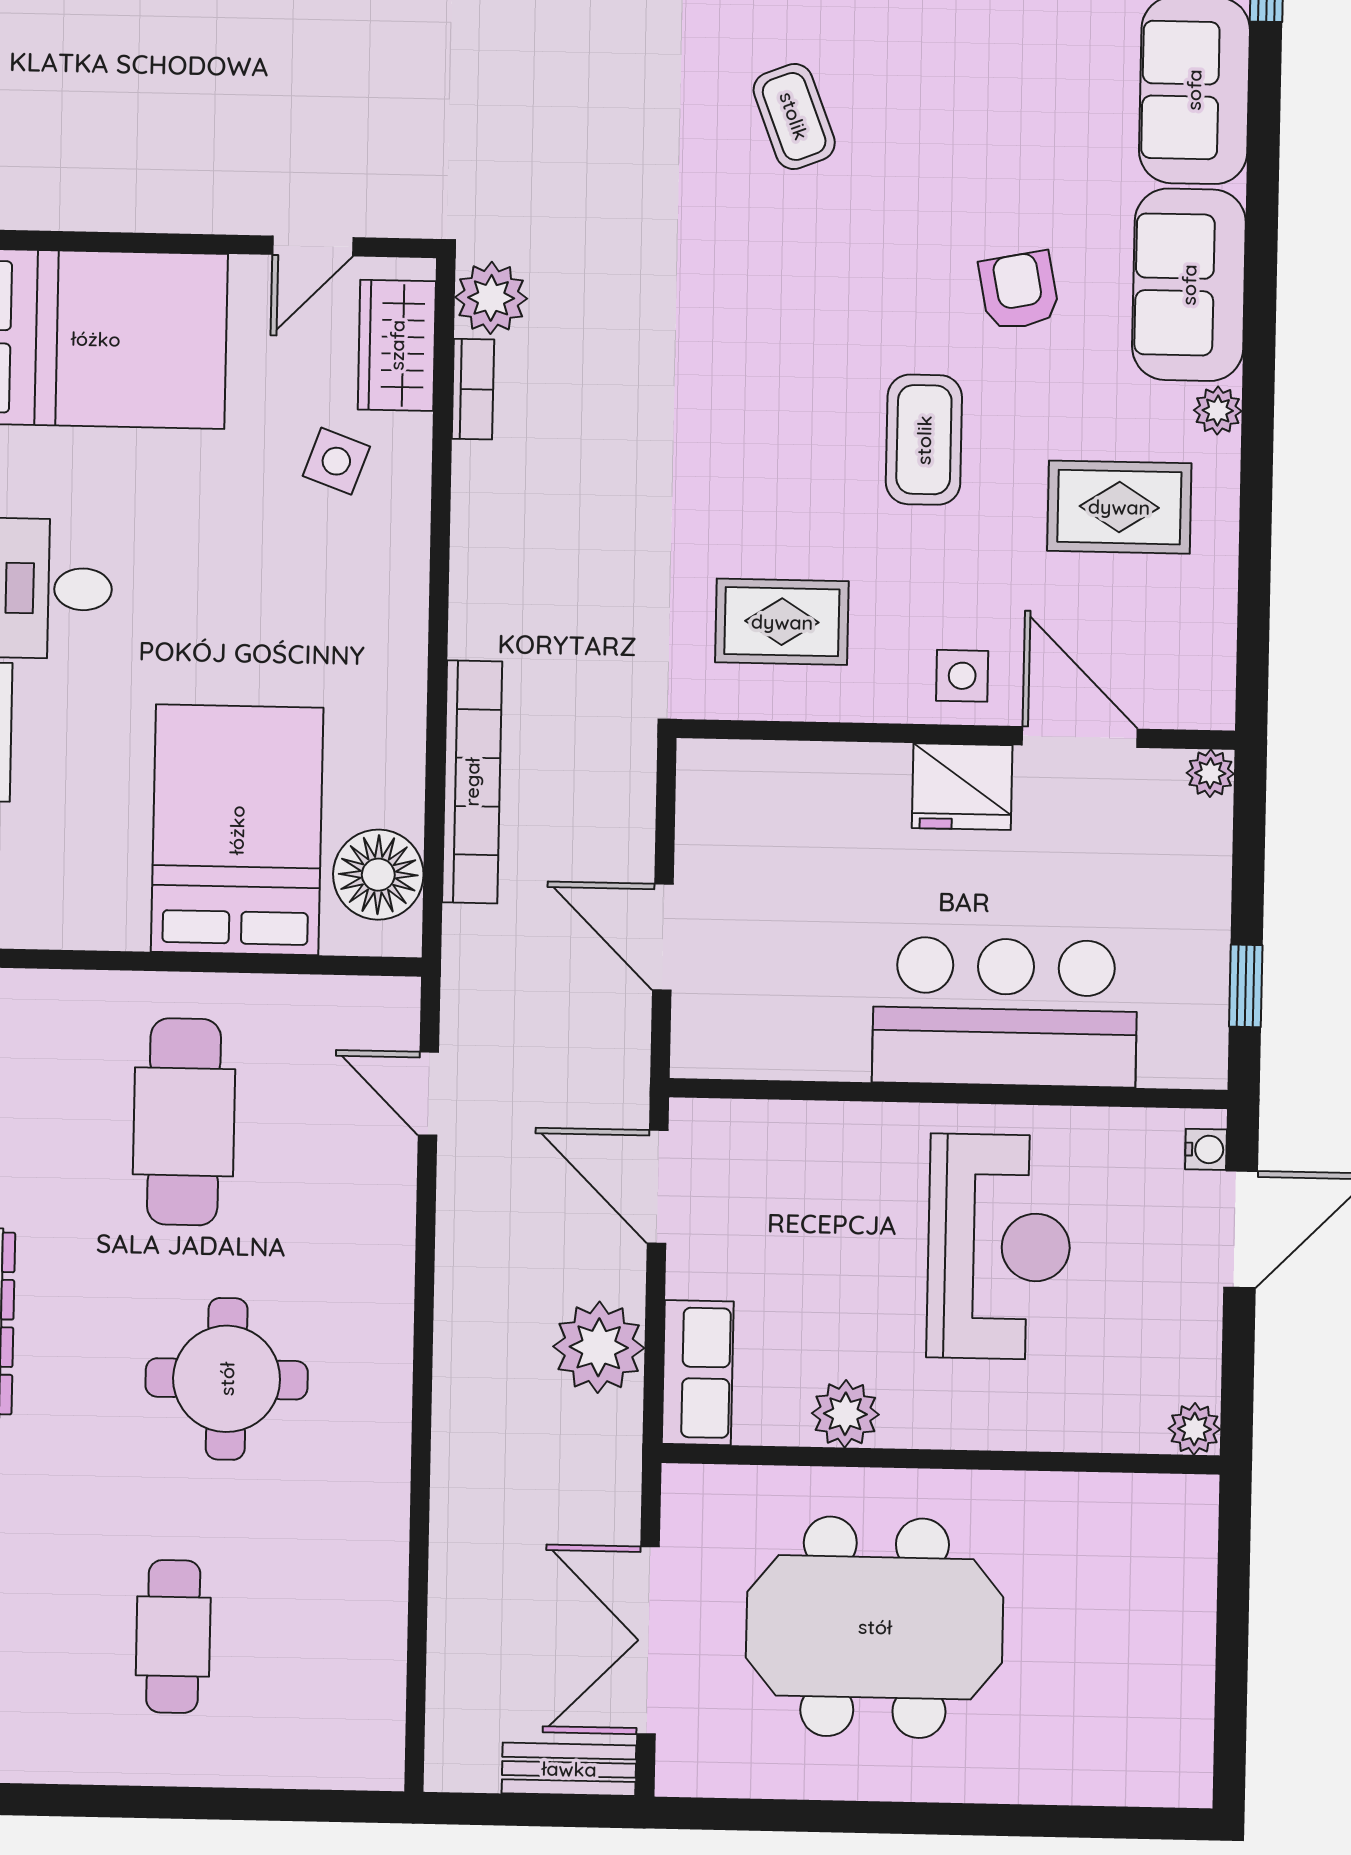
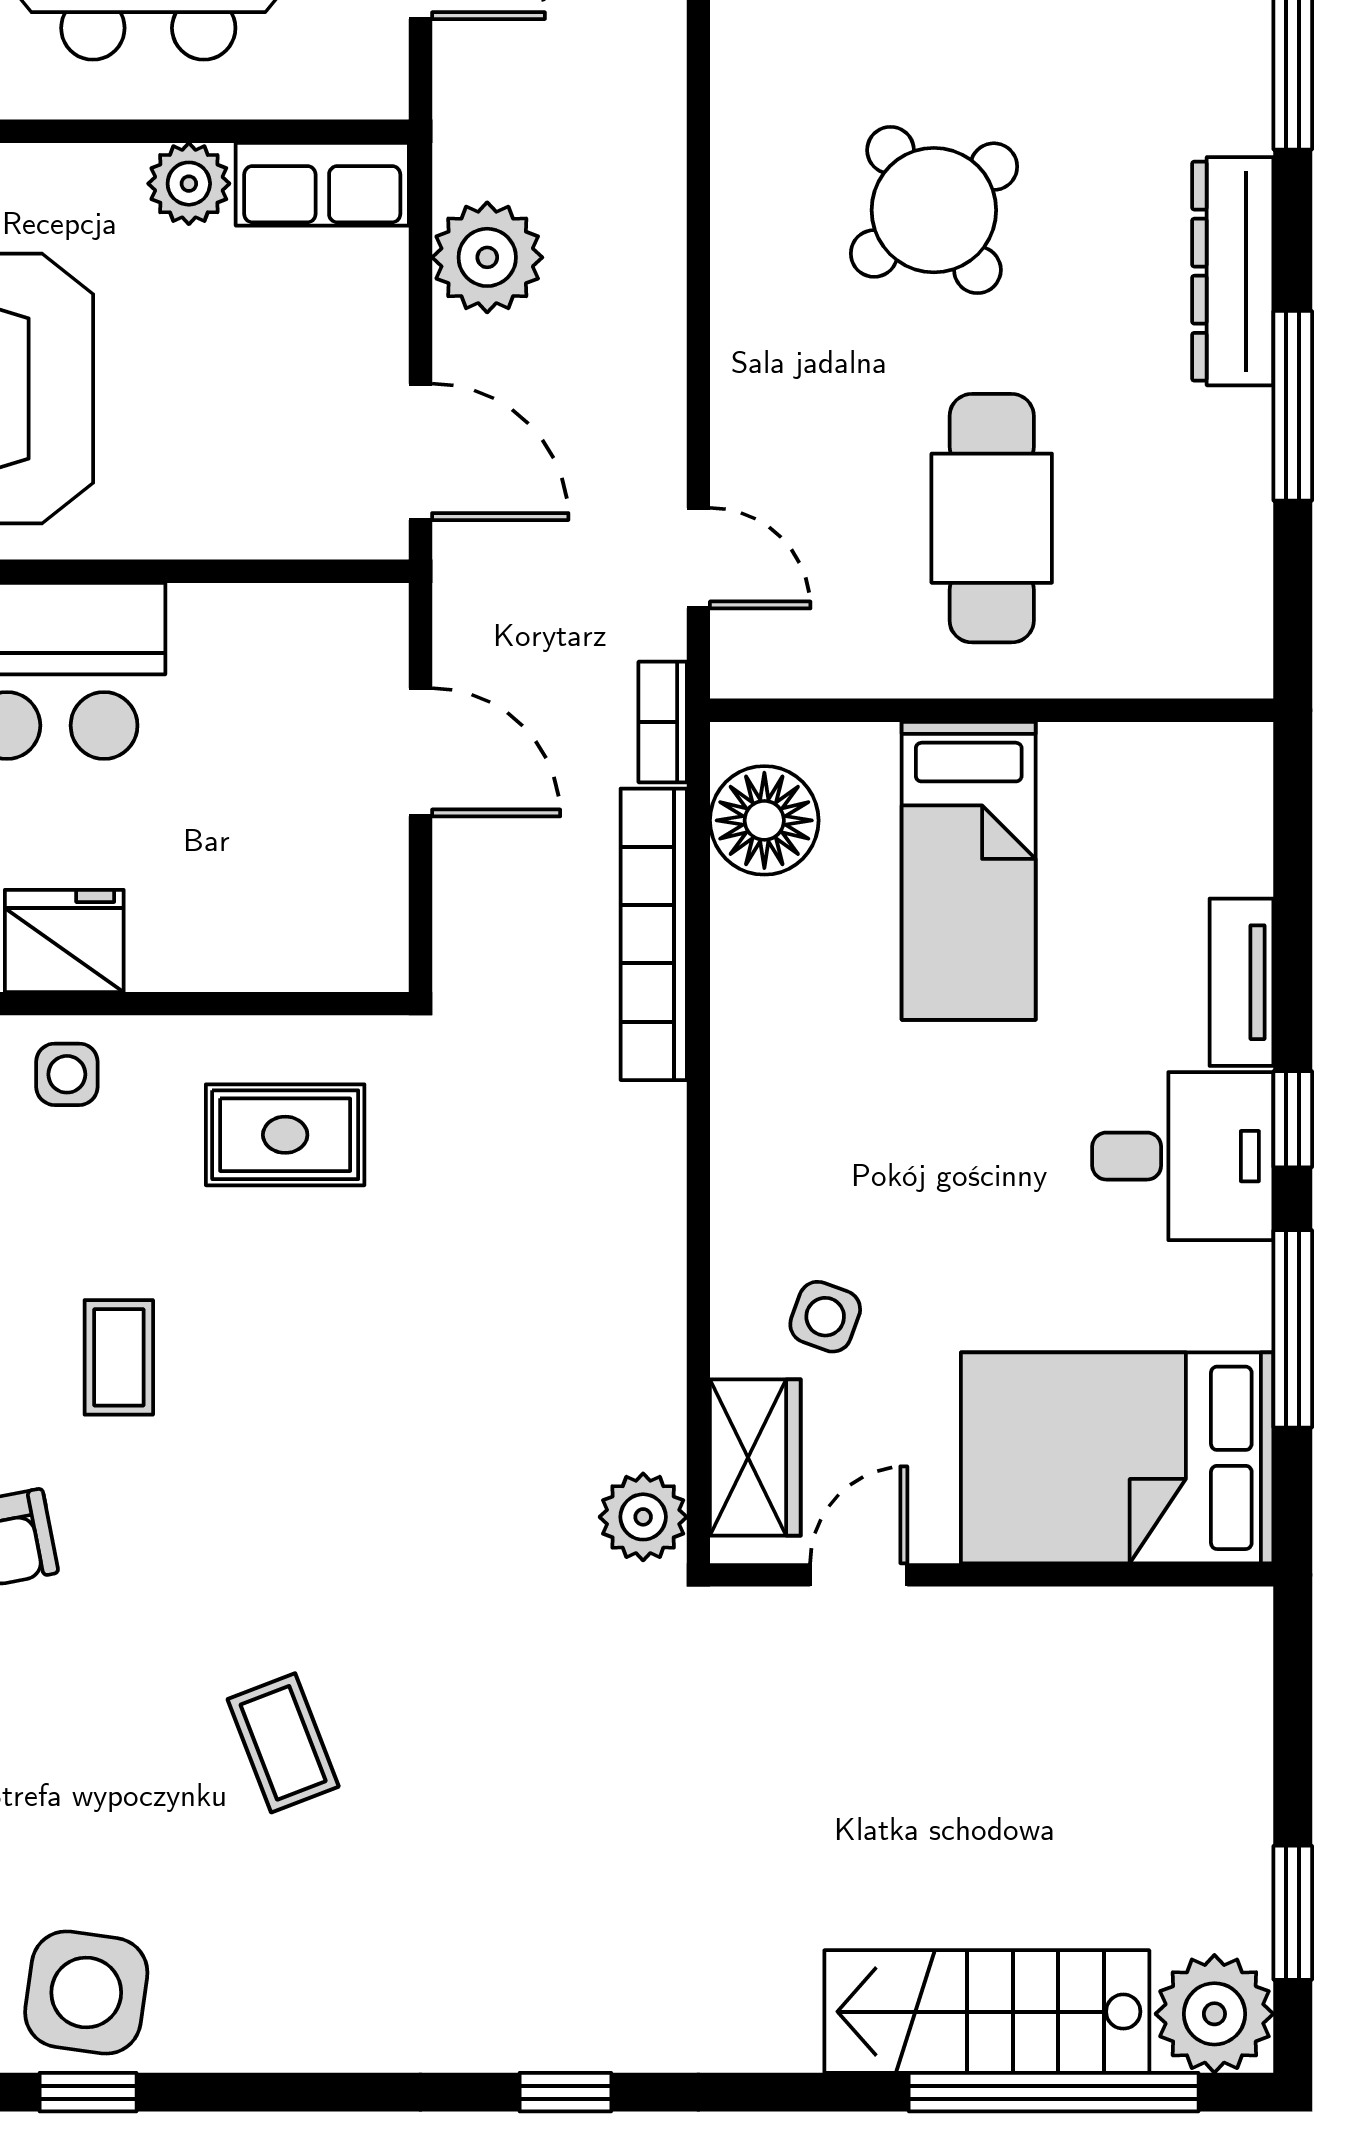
bookcase: (473, 389) -> (663, 722), moved
coffee table: (924, 440) -> (119, 1357), width x0.73, depth x0.77
bed: (237, 830) -> (969, 871), width x0.67
row of seats: (698, 1373) -> (322, 184), moved, turned -90
round table: (227, 1379) -> (934, 210), turned -36

